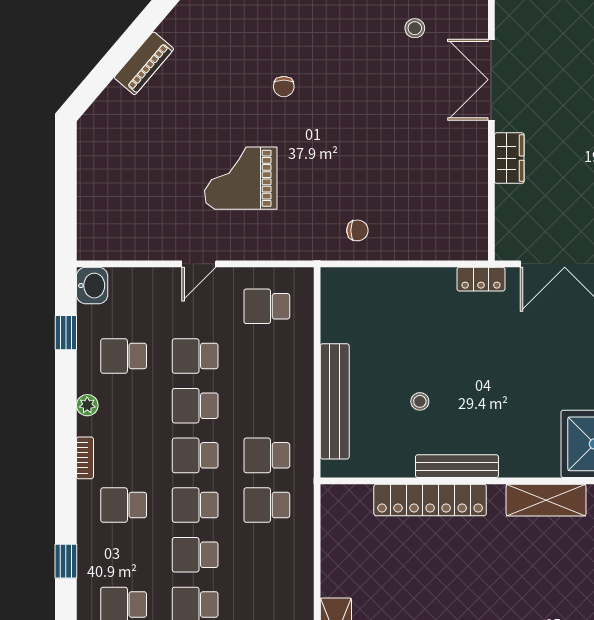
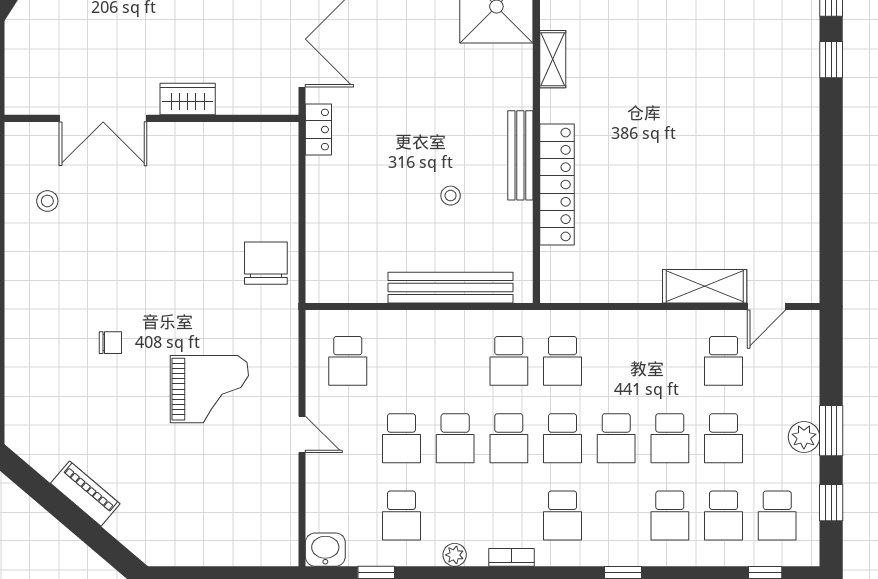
grand piano: (241, 178) -> (209, 389), turned -90
chair: (357, 230) -> (266, 263), width x1.87, depth x1.87
shelving: (546, 500) -> (553, 59), width x0.67, depth x0.75

